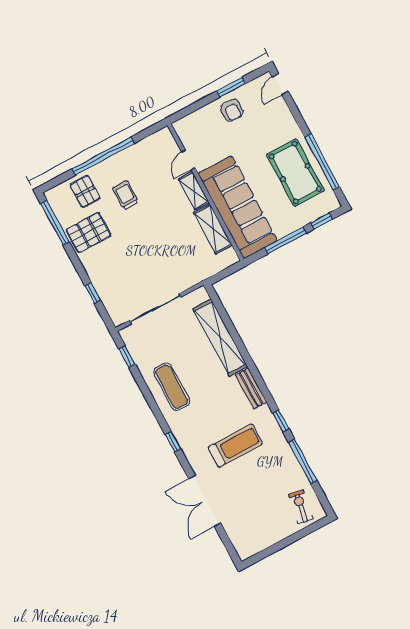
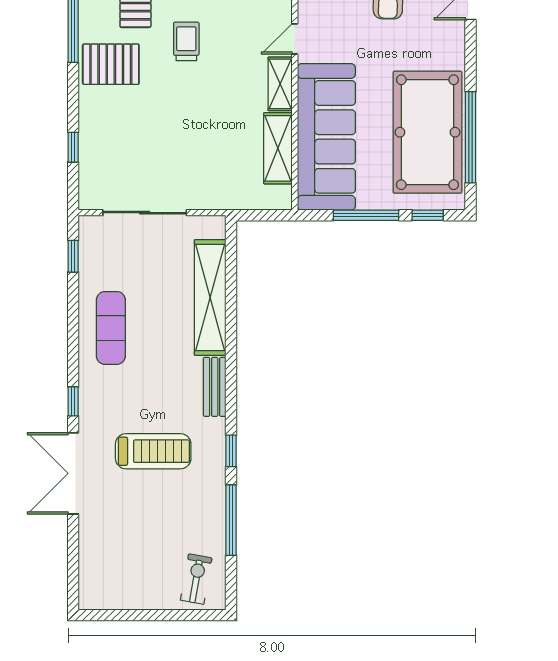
pool table: (295, 173) -> (427, 132), width x1.36, depth x1.32
double door: (205, 501) -> (73, 473), moved

